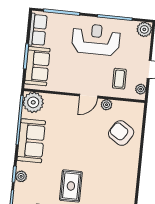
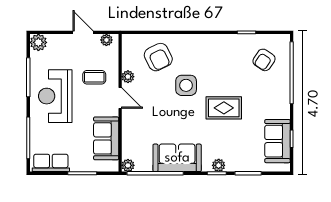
sofa: (37, 66) -> (106, 138), moved, turned -90
coffee table: (119, 79) -> (94, 77), moved
plant: (33, 102) -> (128, 165), width x0.53, depth x0.53
armchair: (121, 133) -> (158, 57), turned -59
side table: (94, 155) -> (186, 85), added

